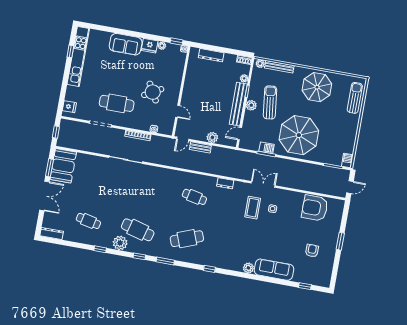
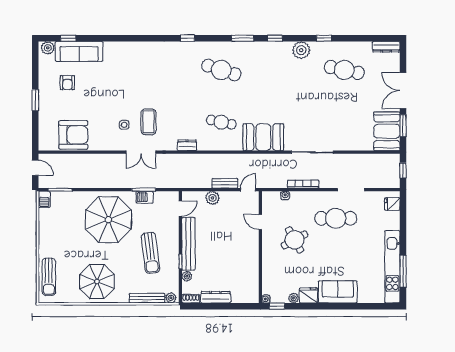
window: (70, 51) -> (403, 271), width x2.17
dresser: (211, 55) -> (216, 297), moved
plant: (251, 105) -> (172, 245), removed
booth: (163, 179) -> (263, 137), added
door: (350, 187) -> (35, 168), swing flipped
cafe table: (88, 221) -> (344, 70), width x1.37, depth x1.35
cafe table: (138, 230) -> (283, 70), removed
cafe table: (187, 239) -> (221, 70), turned 39
plant: (248, 268) -> (48, 48), moved
sofa: (274, 270) -> (79, 51), moved

